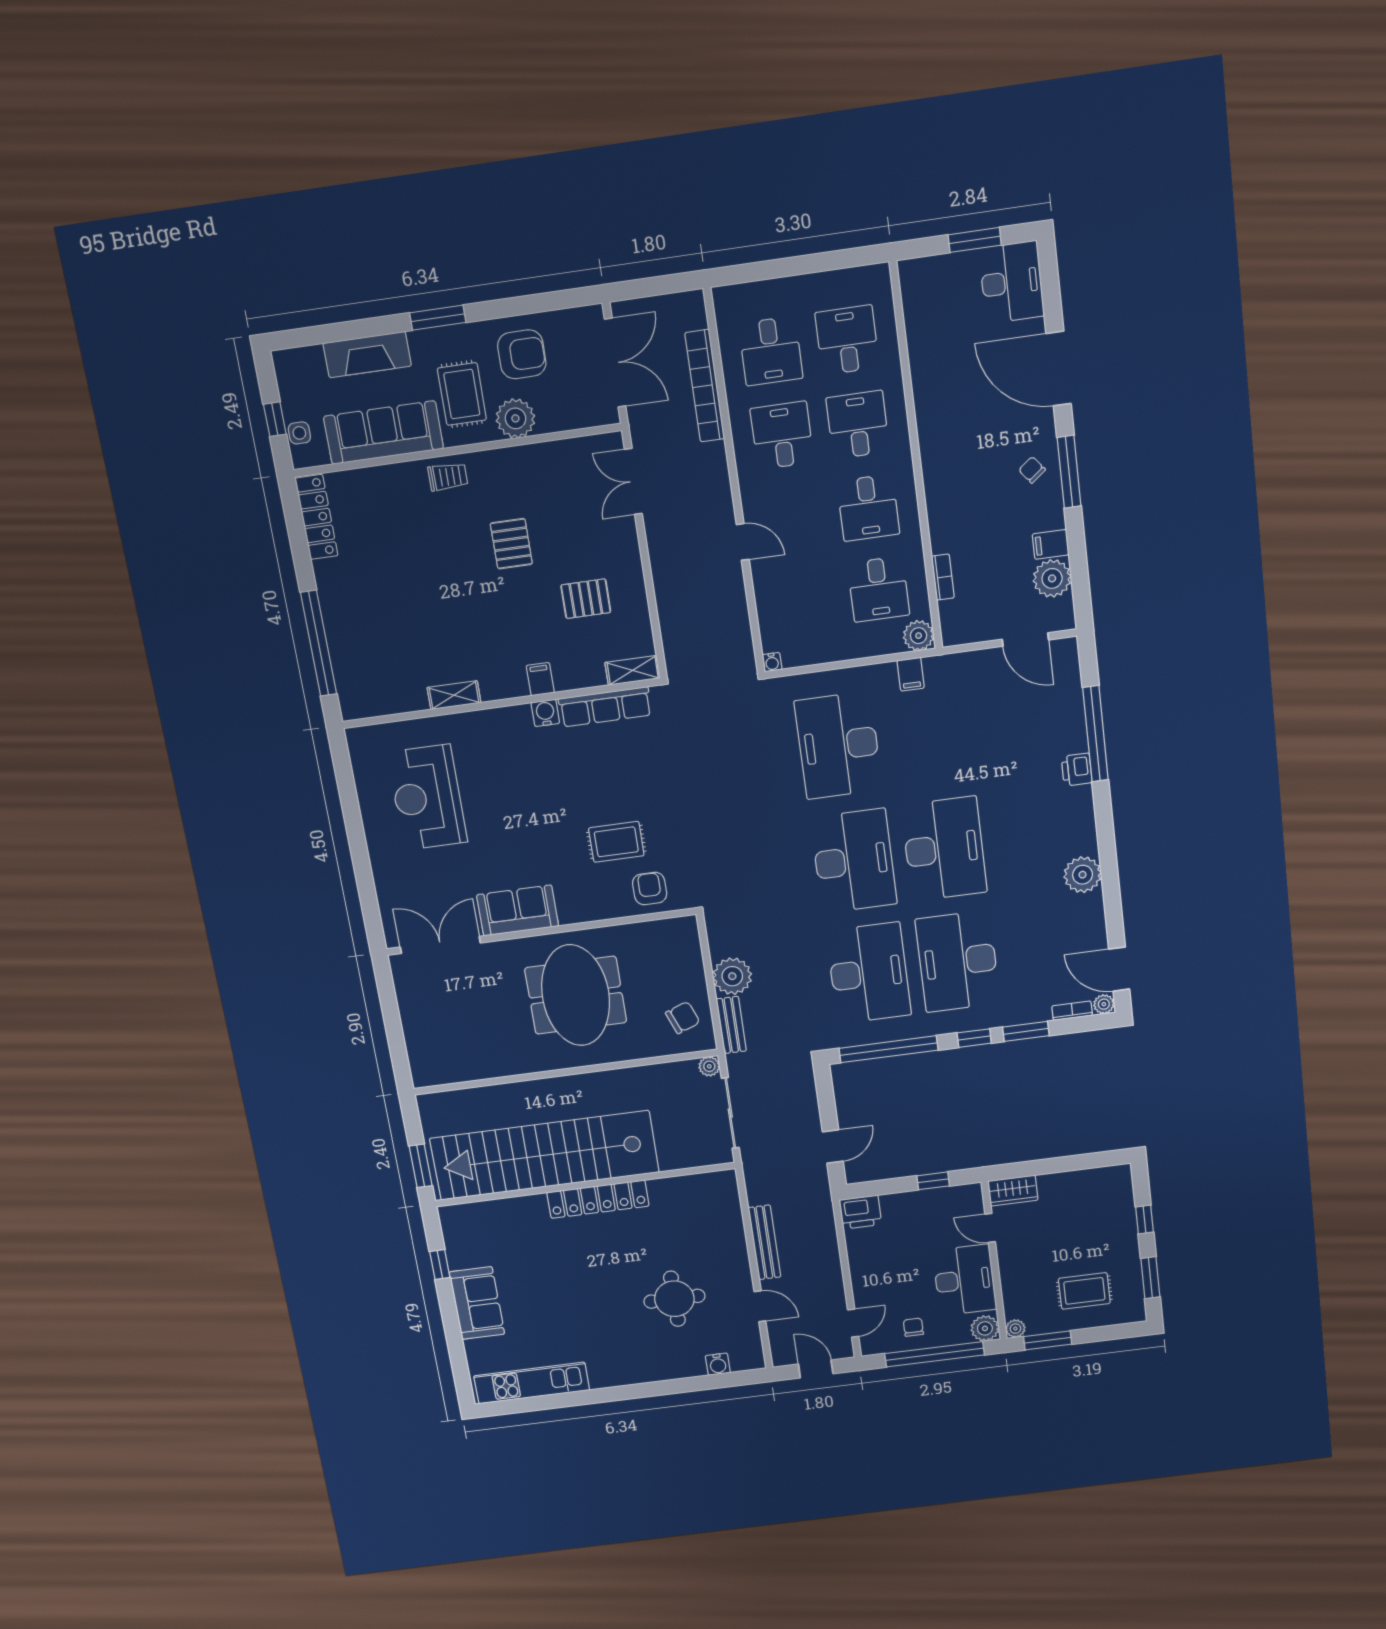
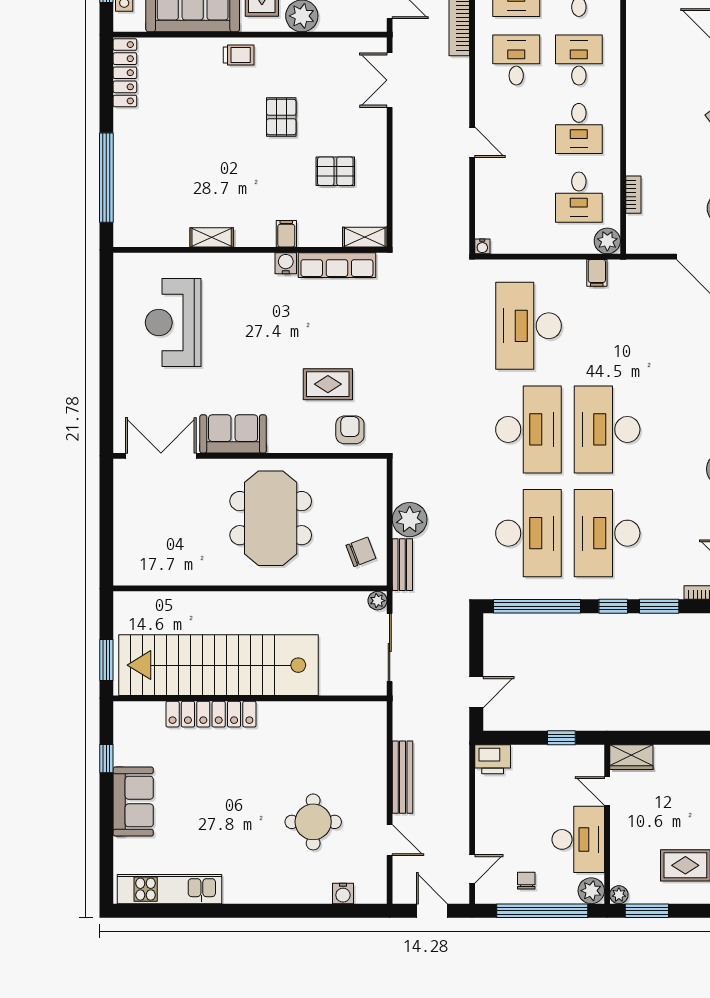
desk: (944, 849) -> (607, 429), turned 180
locker: (598, 1199) -> (211, 714), moved

